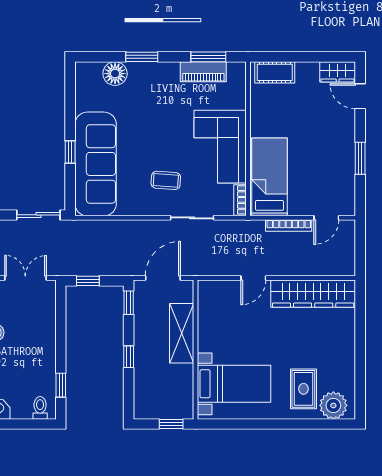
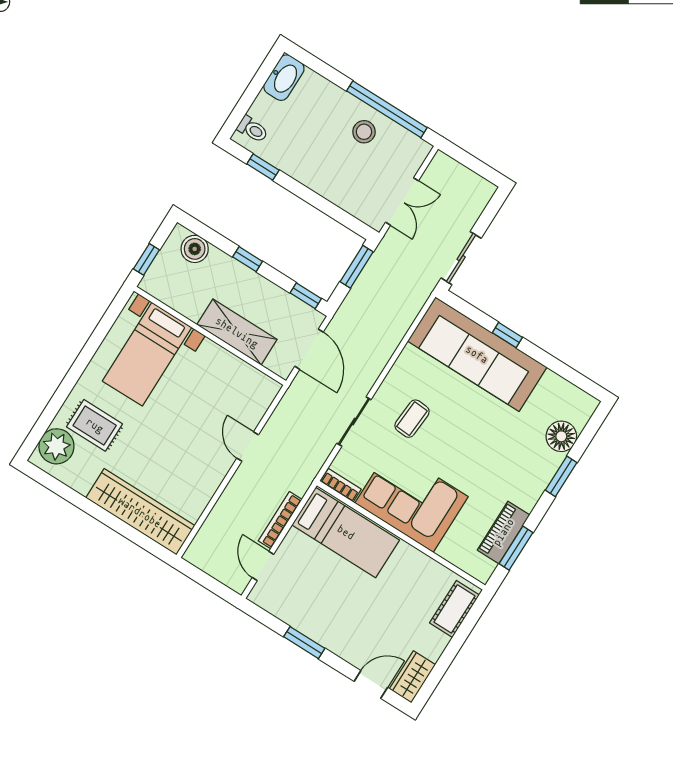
window: (88, 281) -> (357, 267), width x1.50
wardrobe: (313, 294) -> (140, 512), moved, turned 90
boiler: (144, 396) -> (195, 249), added

